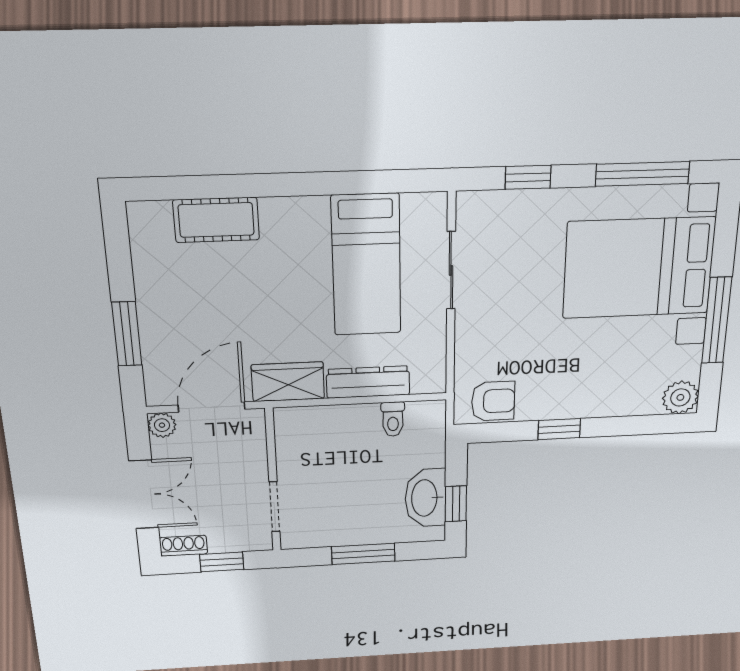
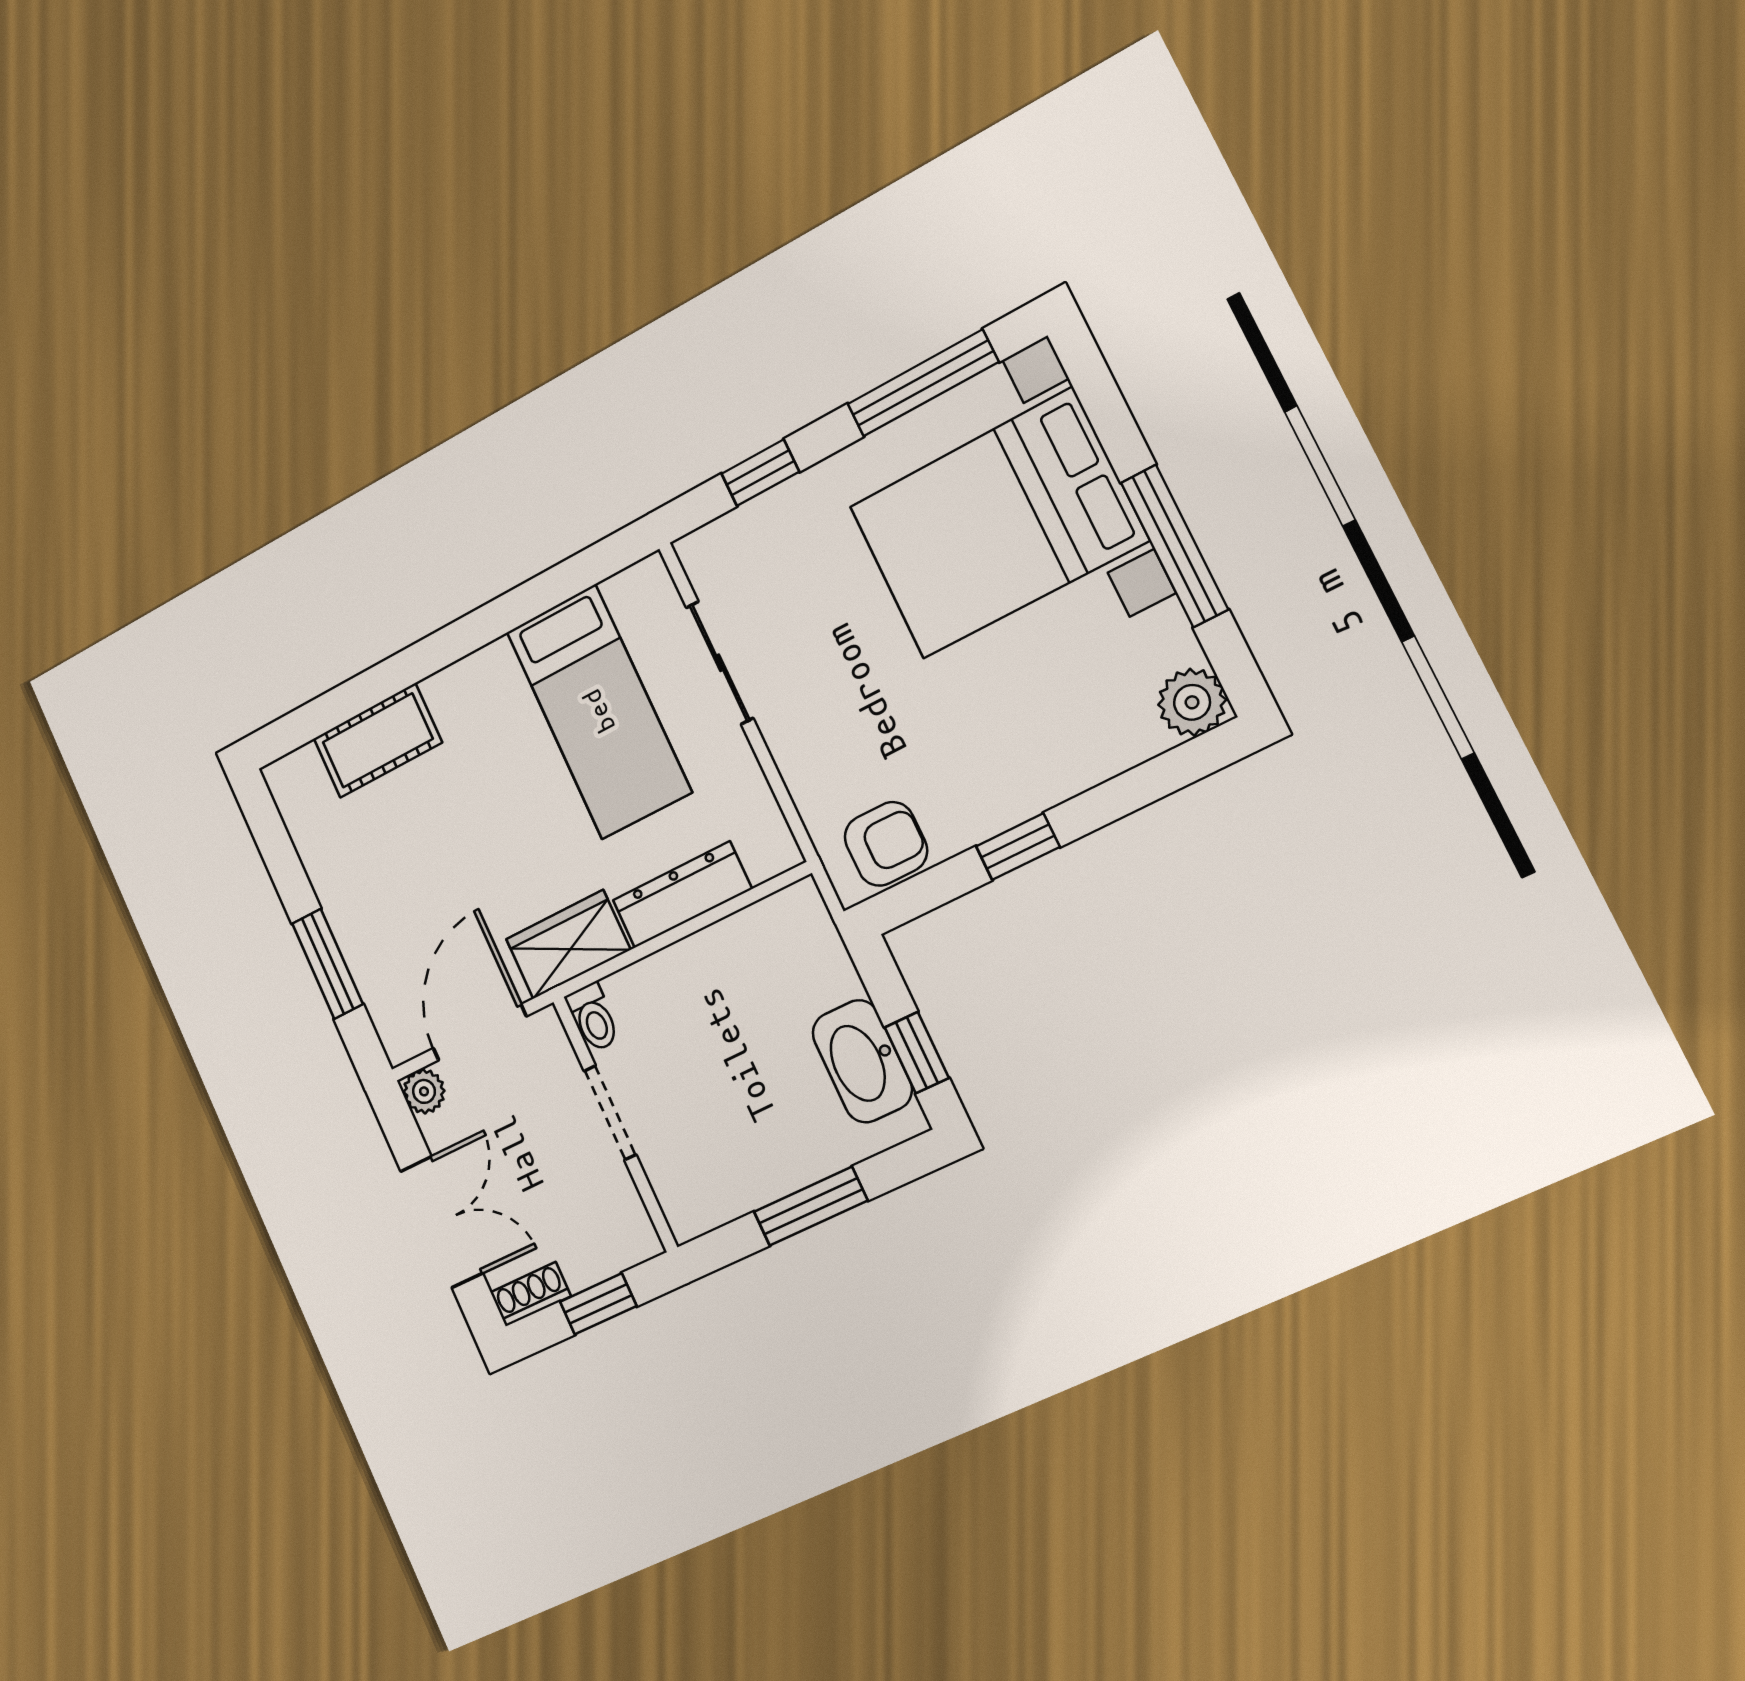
toilet: (393, 419) -> (593, 1017), moved
doorway: (274, 507) -> (610, 1113), moved

